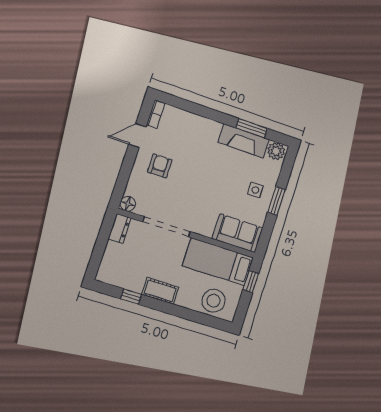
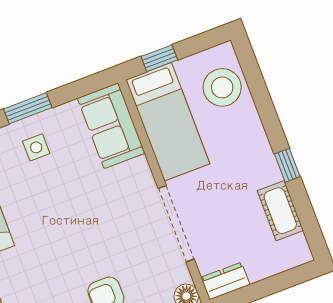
cot: (160, 291) -> (280, 211), moved
window: (131, 297) -> (287, 165), moved

